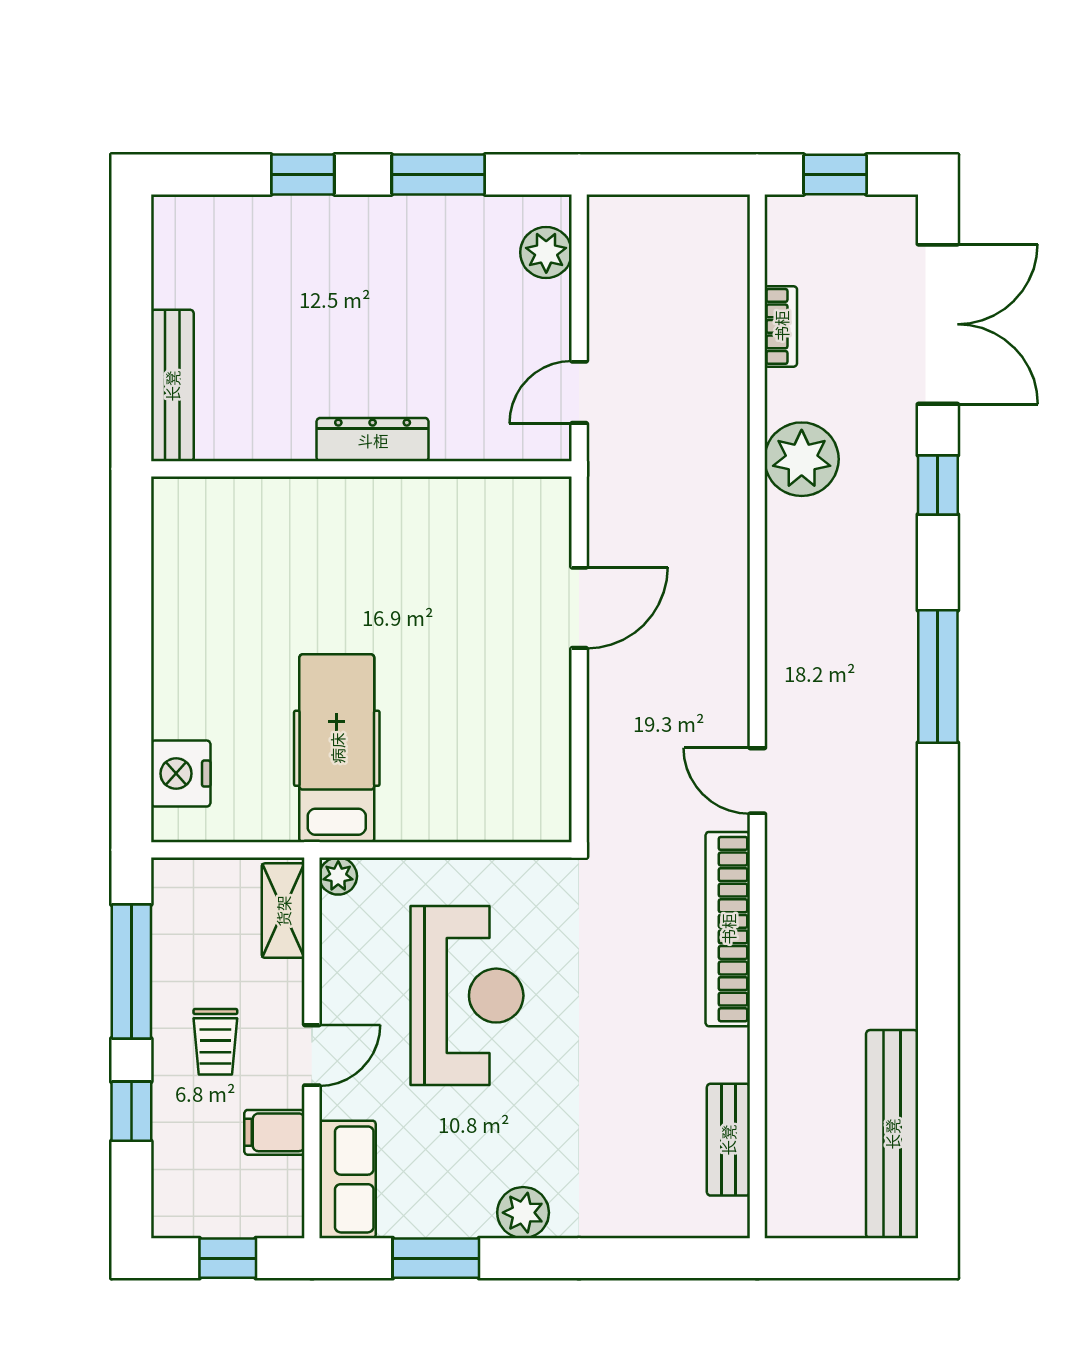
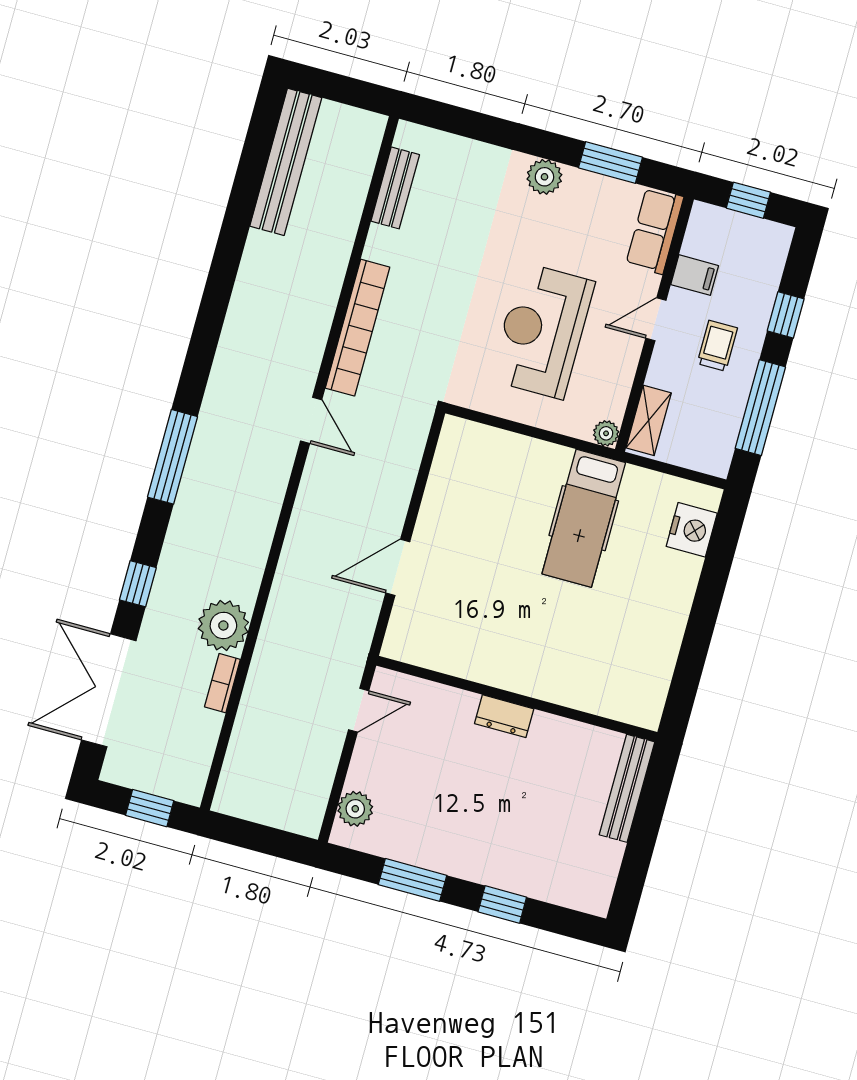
bookcase: (781, 326) -> (222, 683), moved
dresser: (373, 440) -> (504, 716), width x0.70

